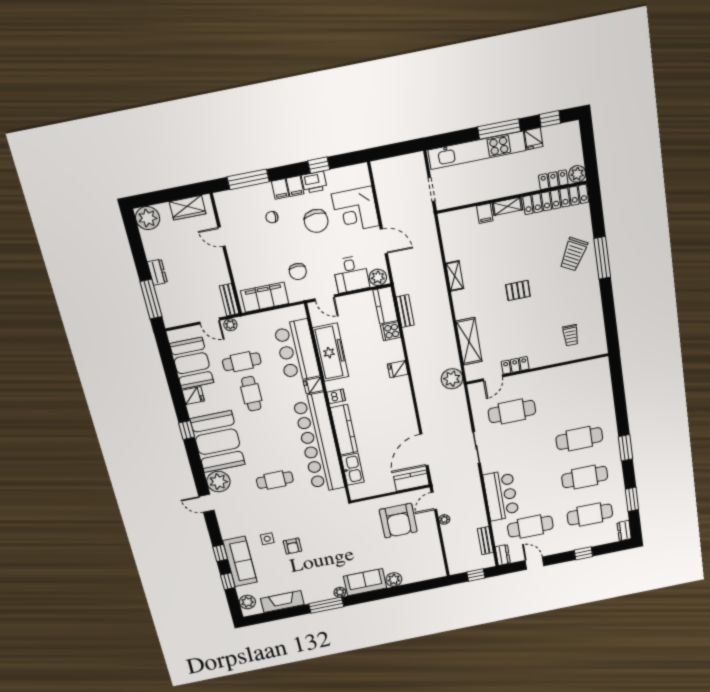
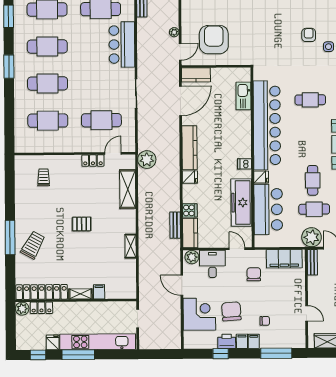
plant: (230, 325) -> (312, 237), width x1.87, depth x1.87
cafe table: (574, 399) -> (48, 121), added
kitchen counter: (344, 430) -> (189, 148), moved, turned 180

